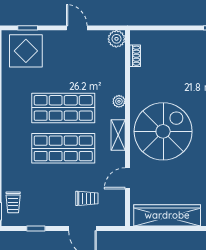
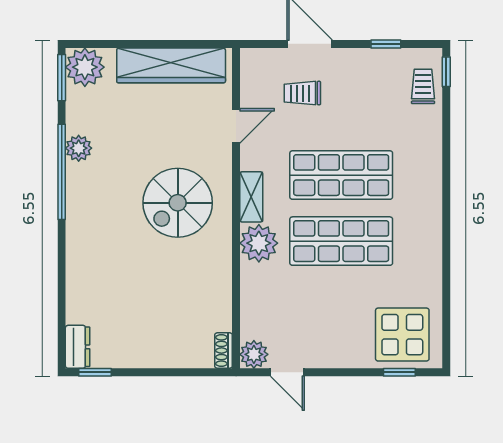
door: (77, 28) -> (287, 372), moved
shoe rack: (135, 56) -> (224, 351), moved
plant: (119, 101) -> (259, 243), width x1.88, depth x1.88
spiral stairs: (163, 131) -> (178, 203), width x0.73, depth x0.73

